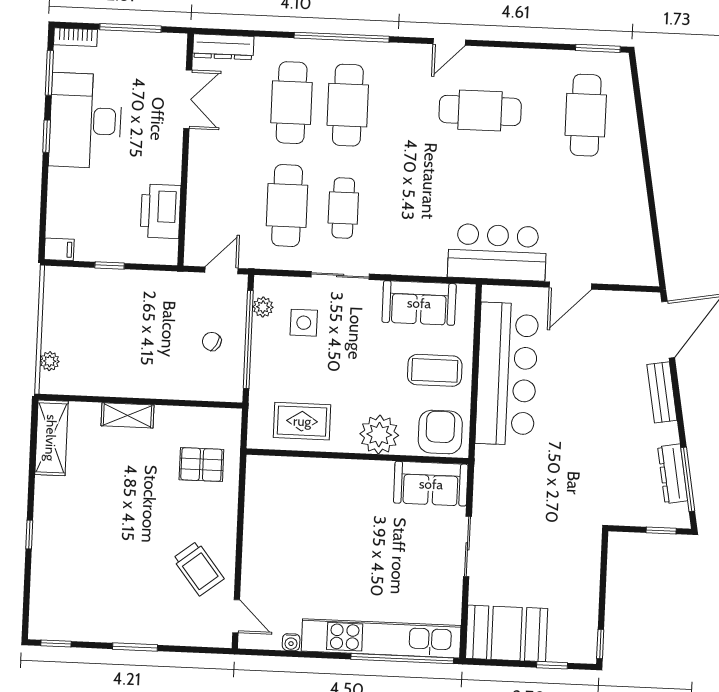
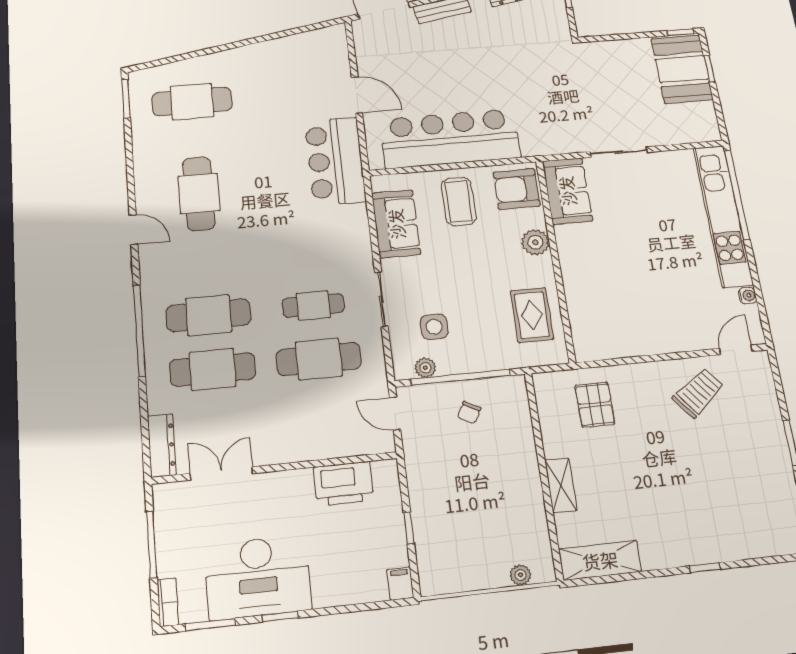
plant: (379, 435) -> (535, 242), width x0.73, depth x0.73
booth: (507, 633) -> (682, 69), moved

